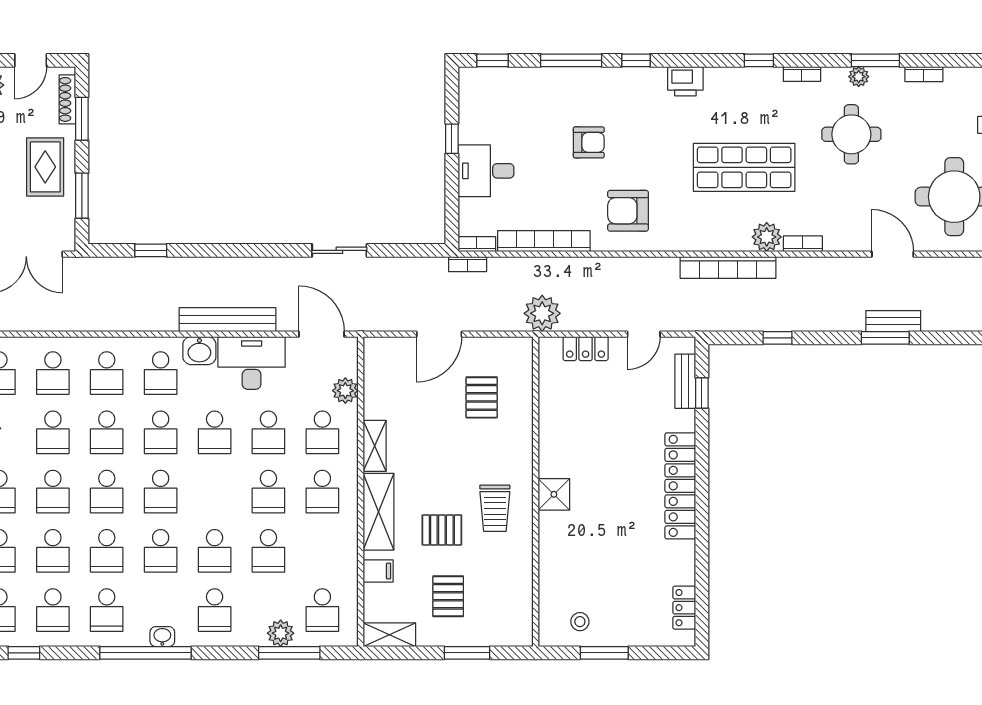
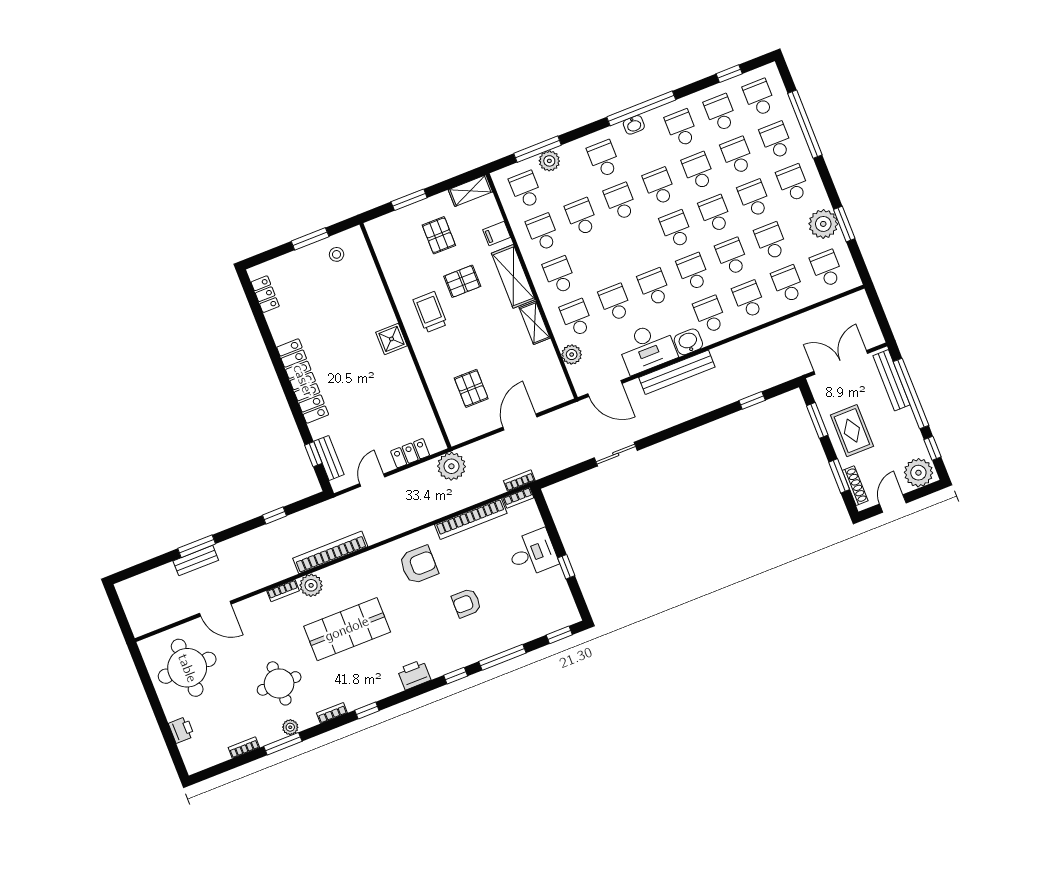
school desk: (268, 492) -> (543, 232), moved

